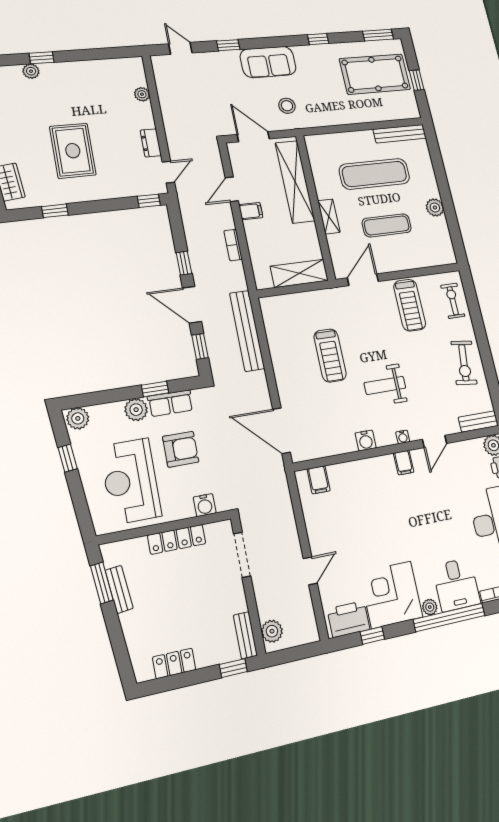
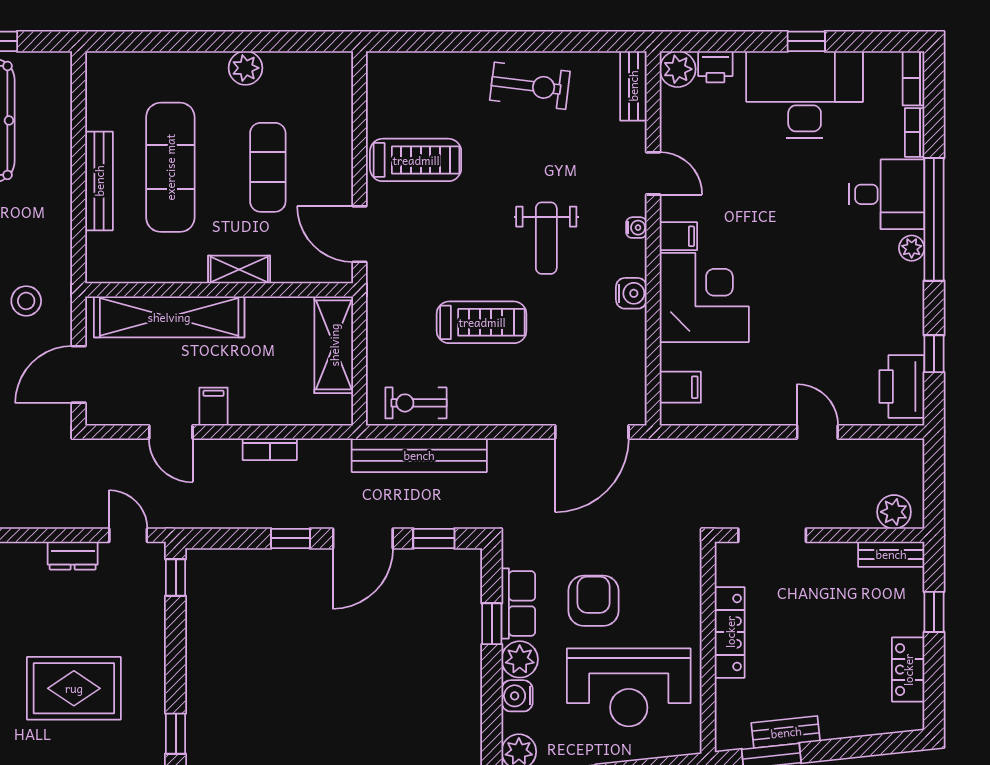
bench: (400, 134) -> (99, 181), moved
exercise bike: (453, 301) -> (416, 403), moved
water cooler: (205, 505) -> (517, 696), moved, turned 180
corner desk: (391, 595) -> (704, 297), moved, turned 180
window: (233, 668) -> (934, 612), moved

